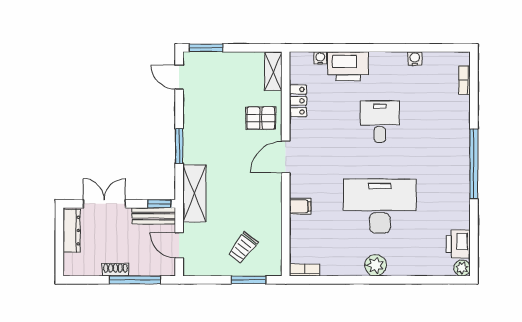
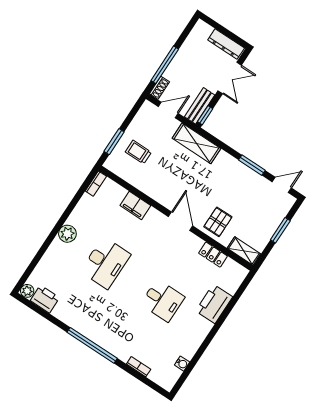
window: (206, 48) -> (280, 230), moved
water cooler: (320, 58) -> (232, 289), removed
water cooler: (415, 59) -> (182, 364), moved
bookcase: (464, 80) -> (139, 367), moved
window: (179, 146) -> (252, 165), moved
filing cabinet: (300, 206) -> (135, 205), width x2.00
desk: (380, 206) -> (105, 263), width x0.73, depth x0.77
trolley: (243, 248) -> (138, 152), turned -38
shoe rack: (115, 270) -> (159, 88), moved

